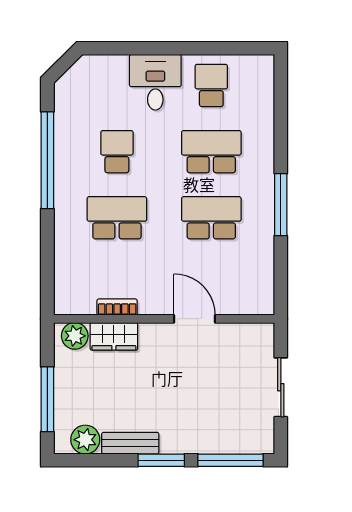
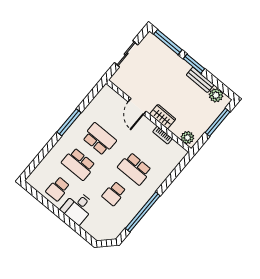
school desk: (211, 218) -> (99, 139), turned 180
wardrobe: (114, 336) -> (163, 117), moved

